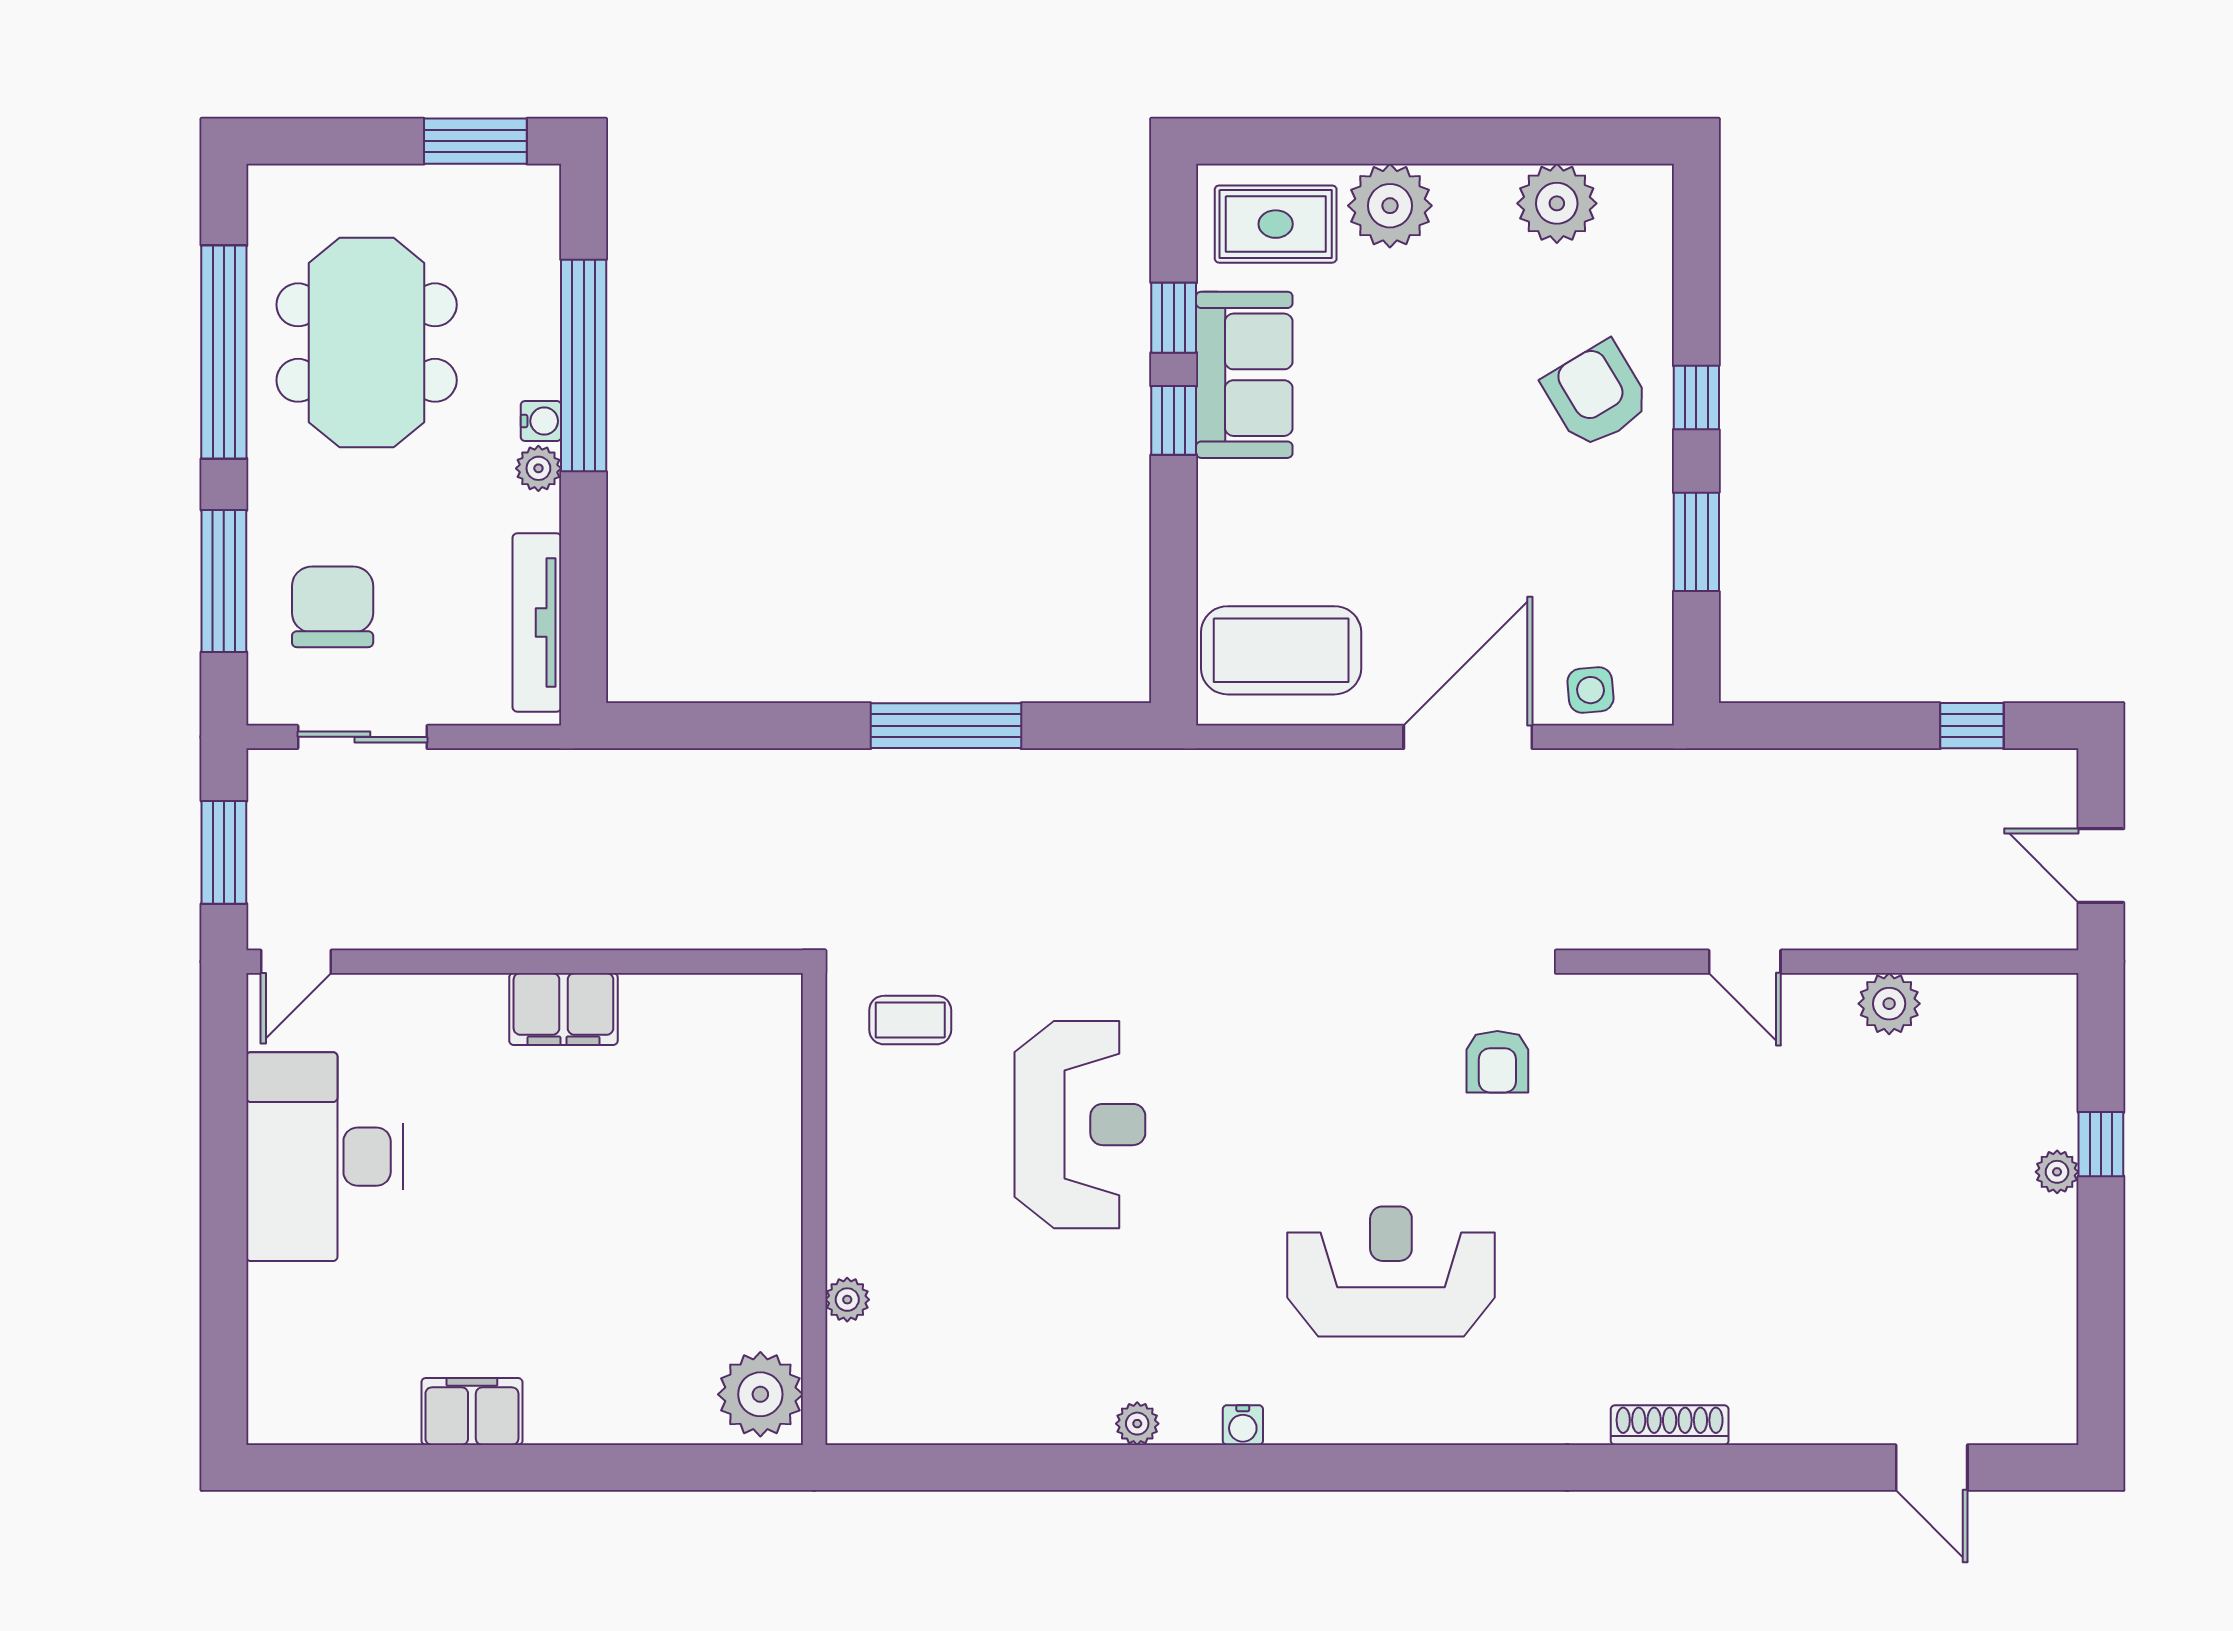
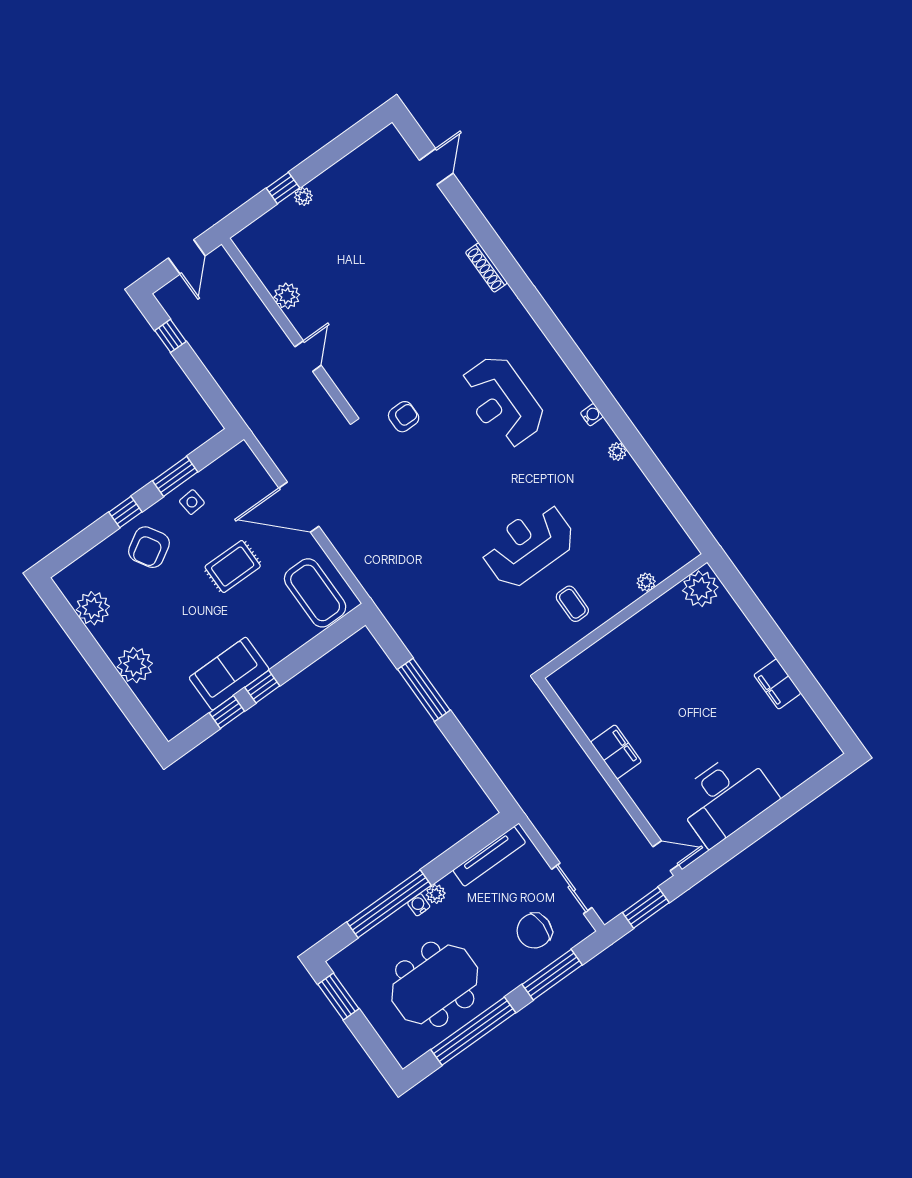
rug: (1276, 224) -> (233, 566), moved, turned 90
side table: (1590, 690) -> (192, 502), moved
coffee table: (910, 1020) -> (572, 604), moved

